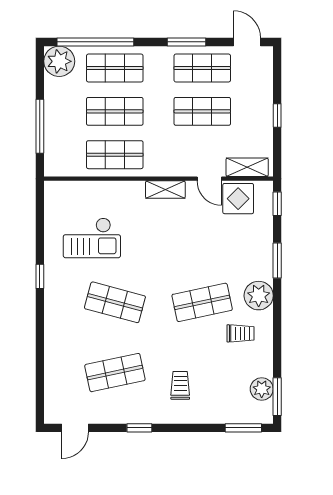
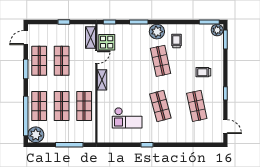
checkout: (92, 238) -> (127, 118), turned 90
shop shelf: (115, 302) -> (160, 106), turned -30
plant: (262, 389) -> (217, 30), moved

